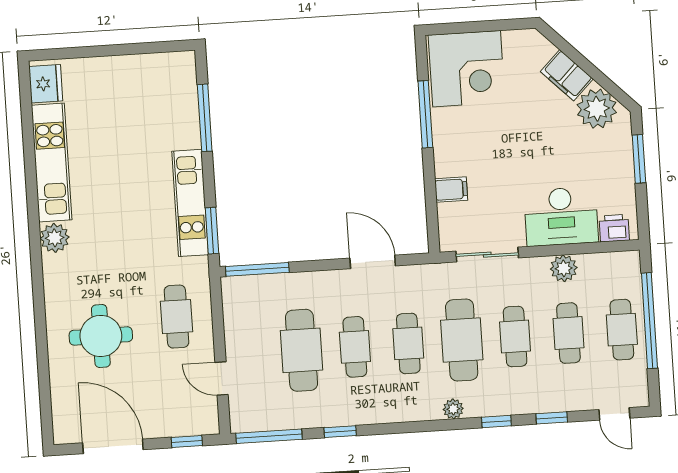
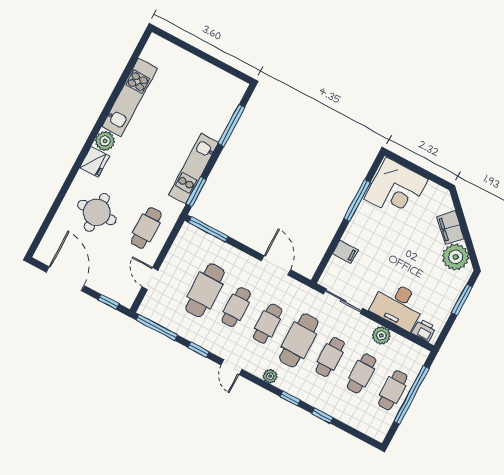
fridge: (46, 84) -> (95, 162), moved
door: (614, 414) -> (231, 367), moved

